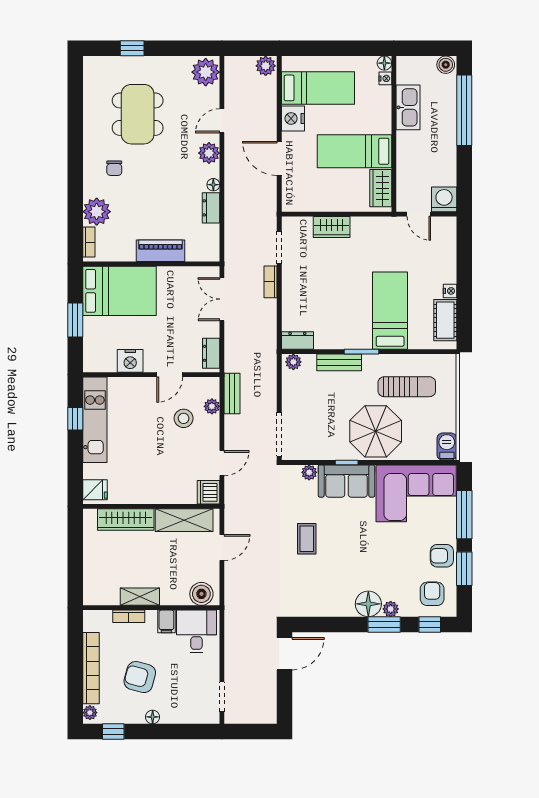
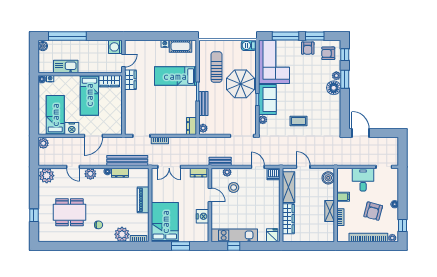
bench: (234, 221) -> (127, 160), added
wardrobe: (332, 227) -> (130, 80), moved
desk: (196, 631) -> (363, 180), moved, turned 90

